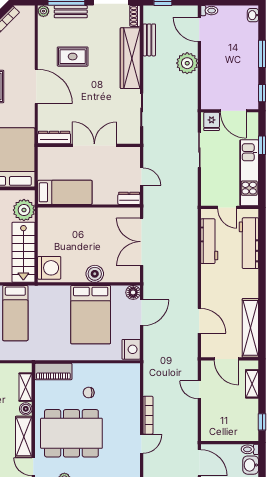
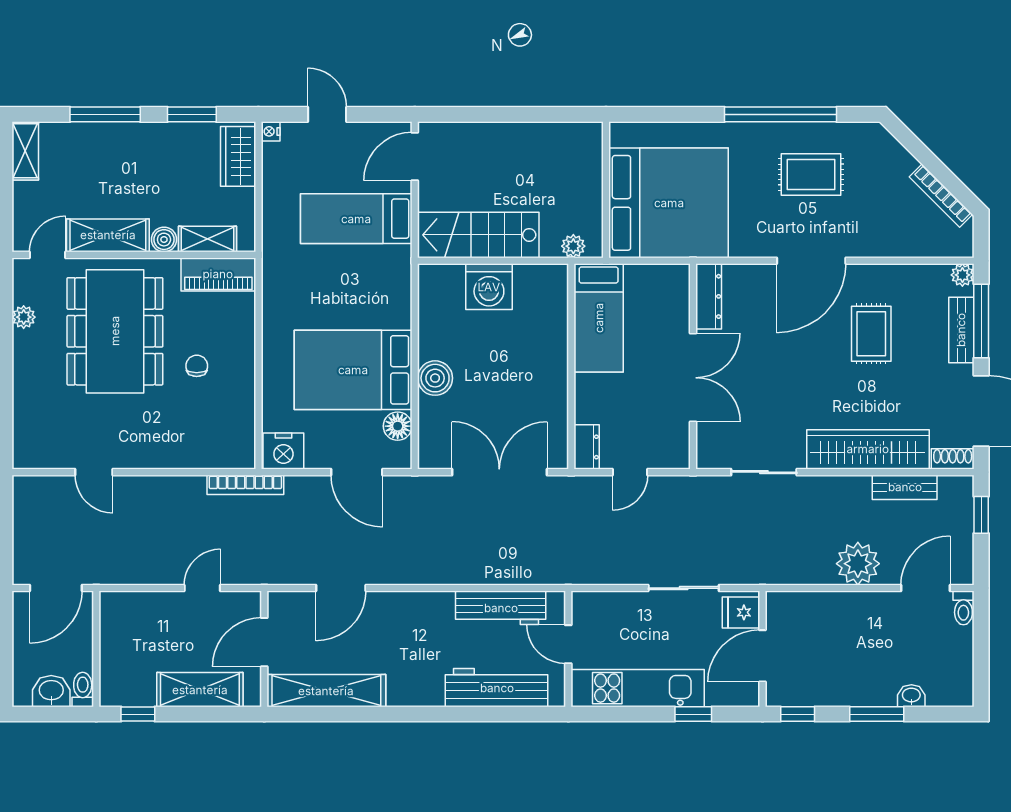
washbasin: (253, 15) -> (911, 696), moved
door: (227, 207) -> (568, 644), hinge flipped
plant: (24, 210) -> (573, 246), width x0.53, depth x0.53
washing machine: (49, 268) -> (489, 287), moved
floor lamp: (133, 292) -> (398, 426), moved
piano: (53, 372) -> (218, 274), moved, turned -90
shelving: (252, 384) -> (200, 690), width x1.50, depth x1.33
bookcase: (148, 415) -> (245, 485), moved

